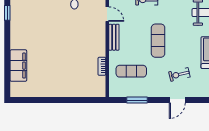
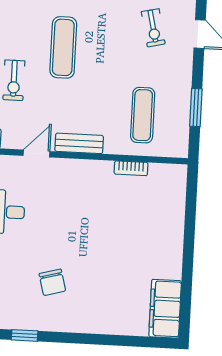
chair: (37, 27) -> (52, 282), added
exercise mat: (158, 41) -> (63, 47), moved, turned 90
filing cabinet: (18, 66) -> (165, 309), moved, turned -90

